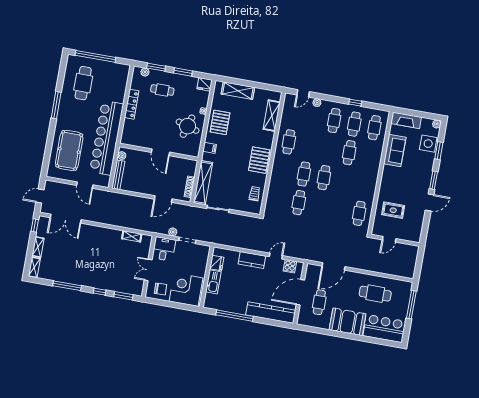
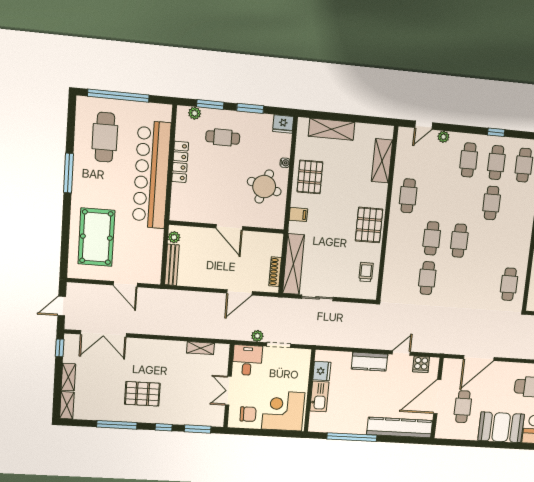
bar counter: (107, 138) -> (152, 175), moved
pallet: (87, 265) -> (142, 394), added

